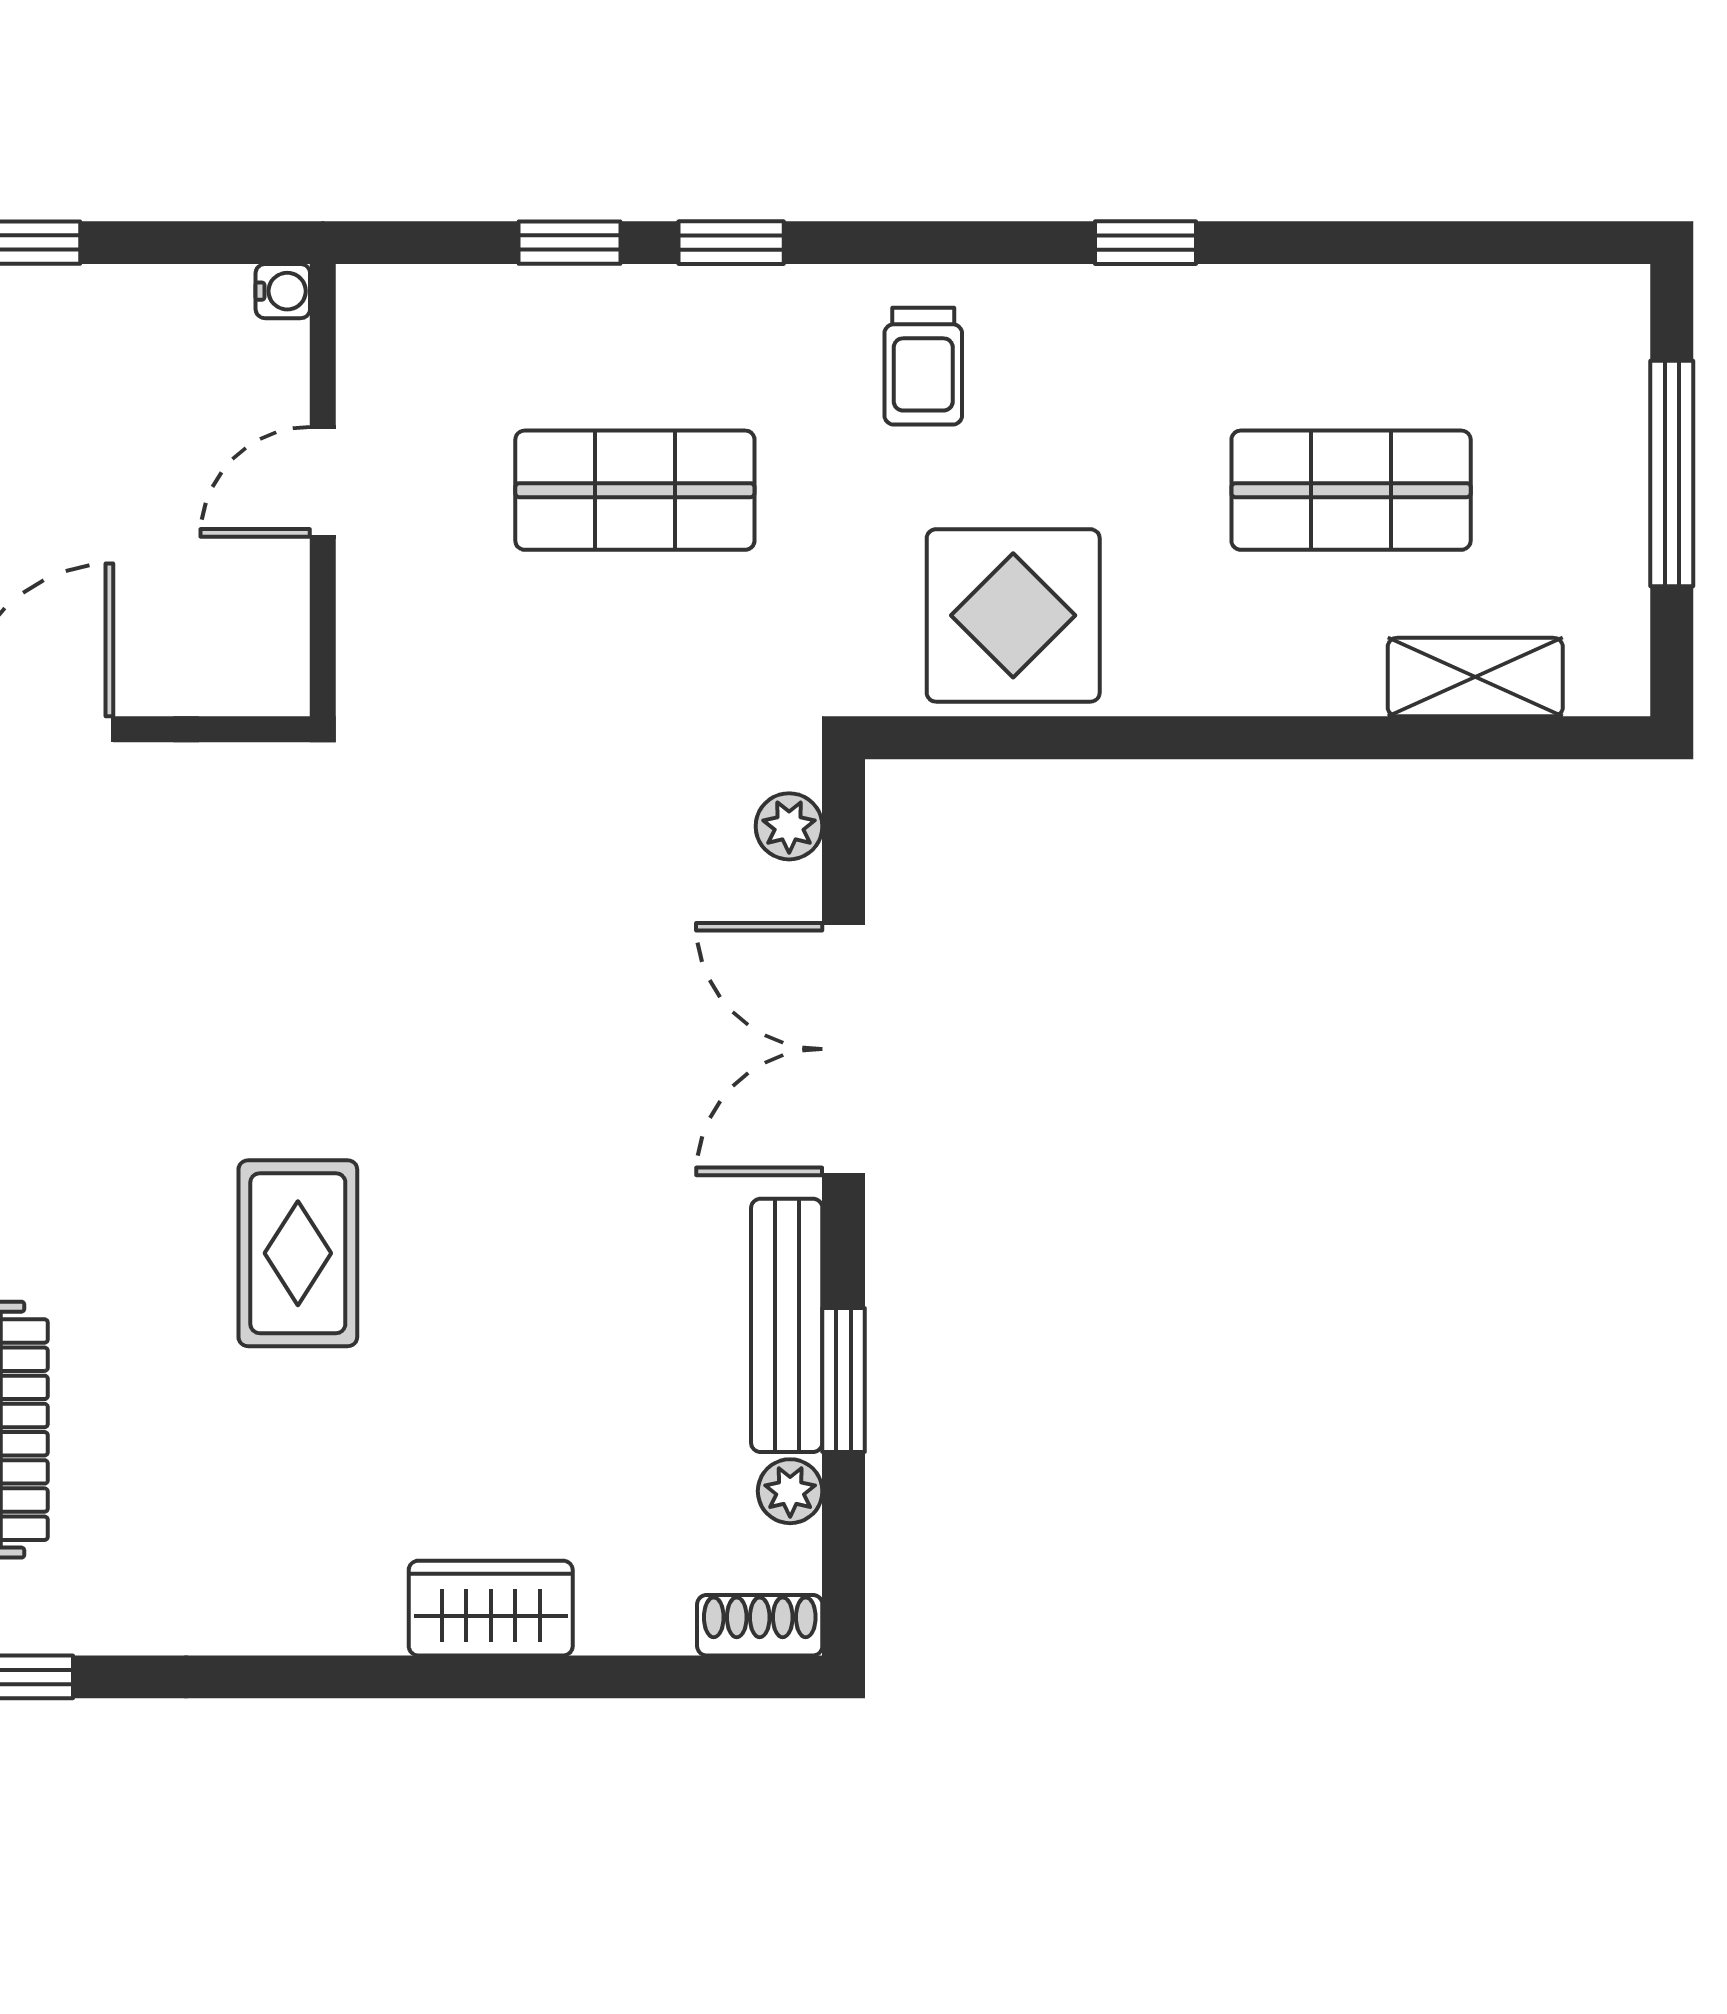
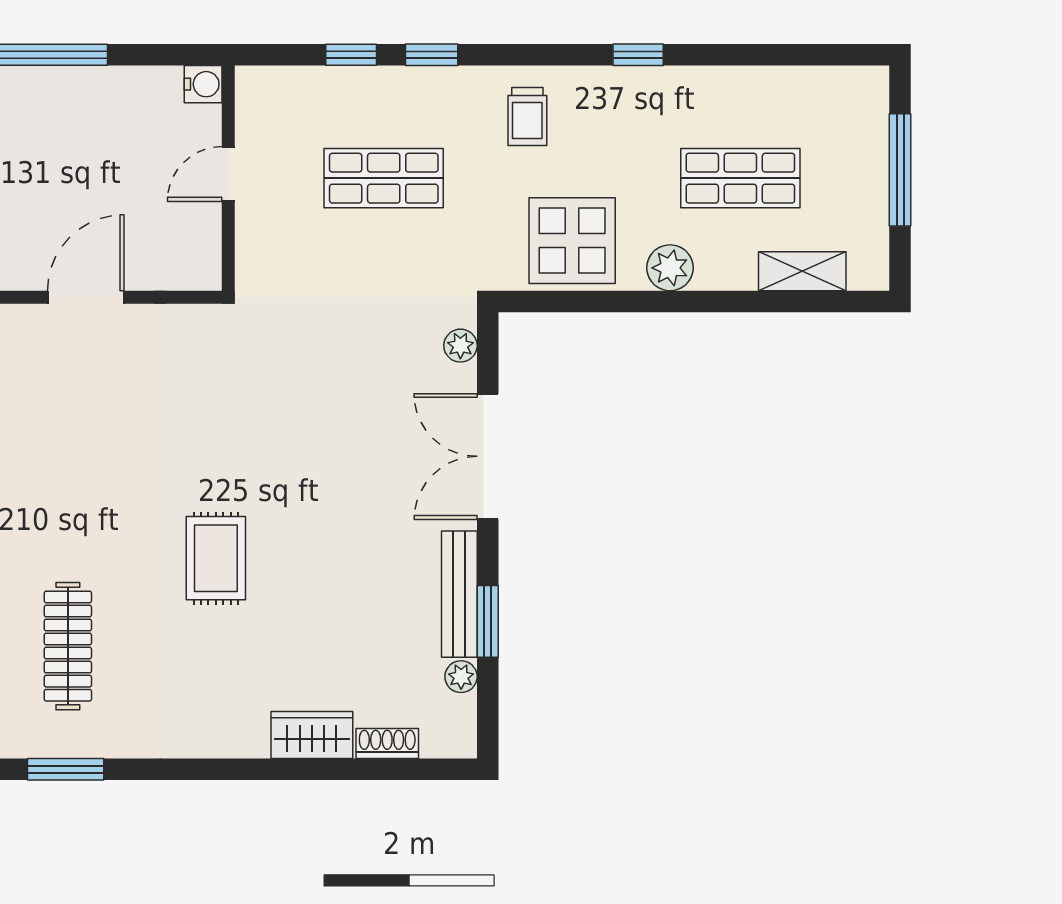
water cooler: (283, 291) -> (203, 84), width x1.38, depth x1.38
plant: (1210, 670) -> (670, 268), added
shoe rack: (760, 1625) -> (387, 743), moved

